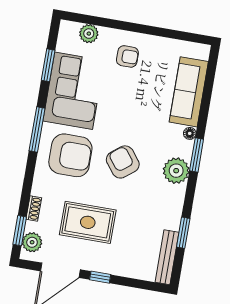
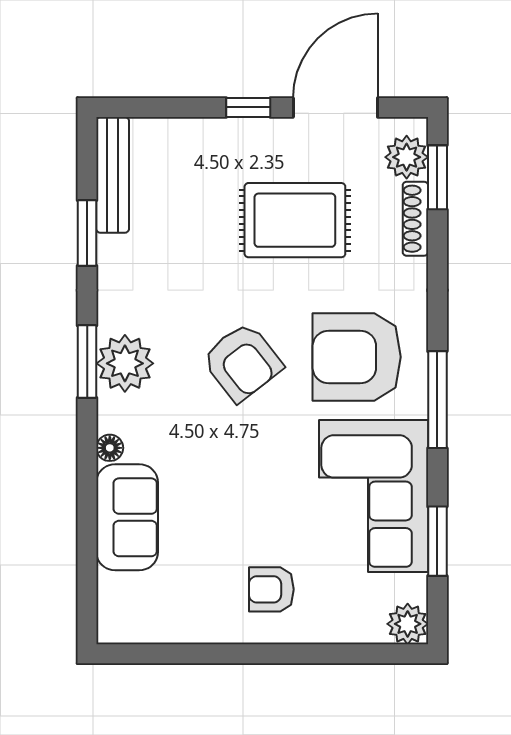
plant: (89, 34) -> (408, 624), moved
sofa: (189, 92) -> (127, 517), width x0.73
window: (197, 155) -> (87, 362), moved
shoe rack: (34, 208) -> (415, 219), width x1.43

